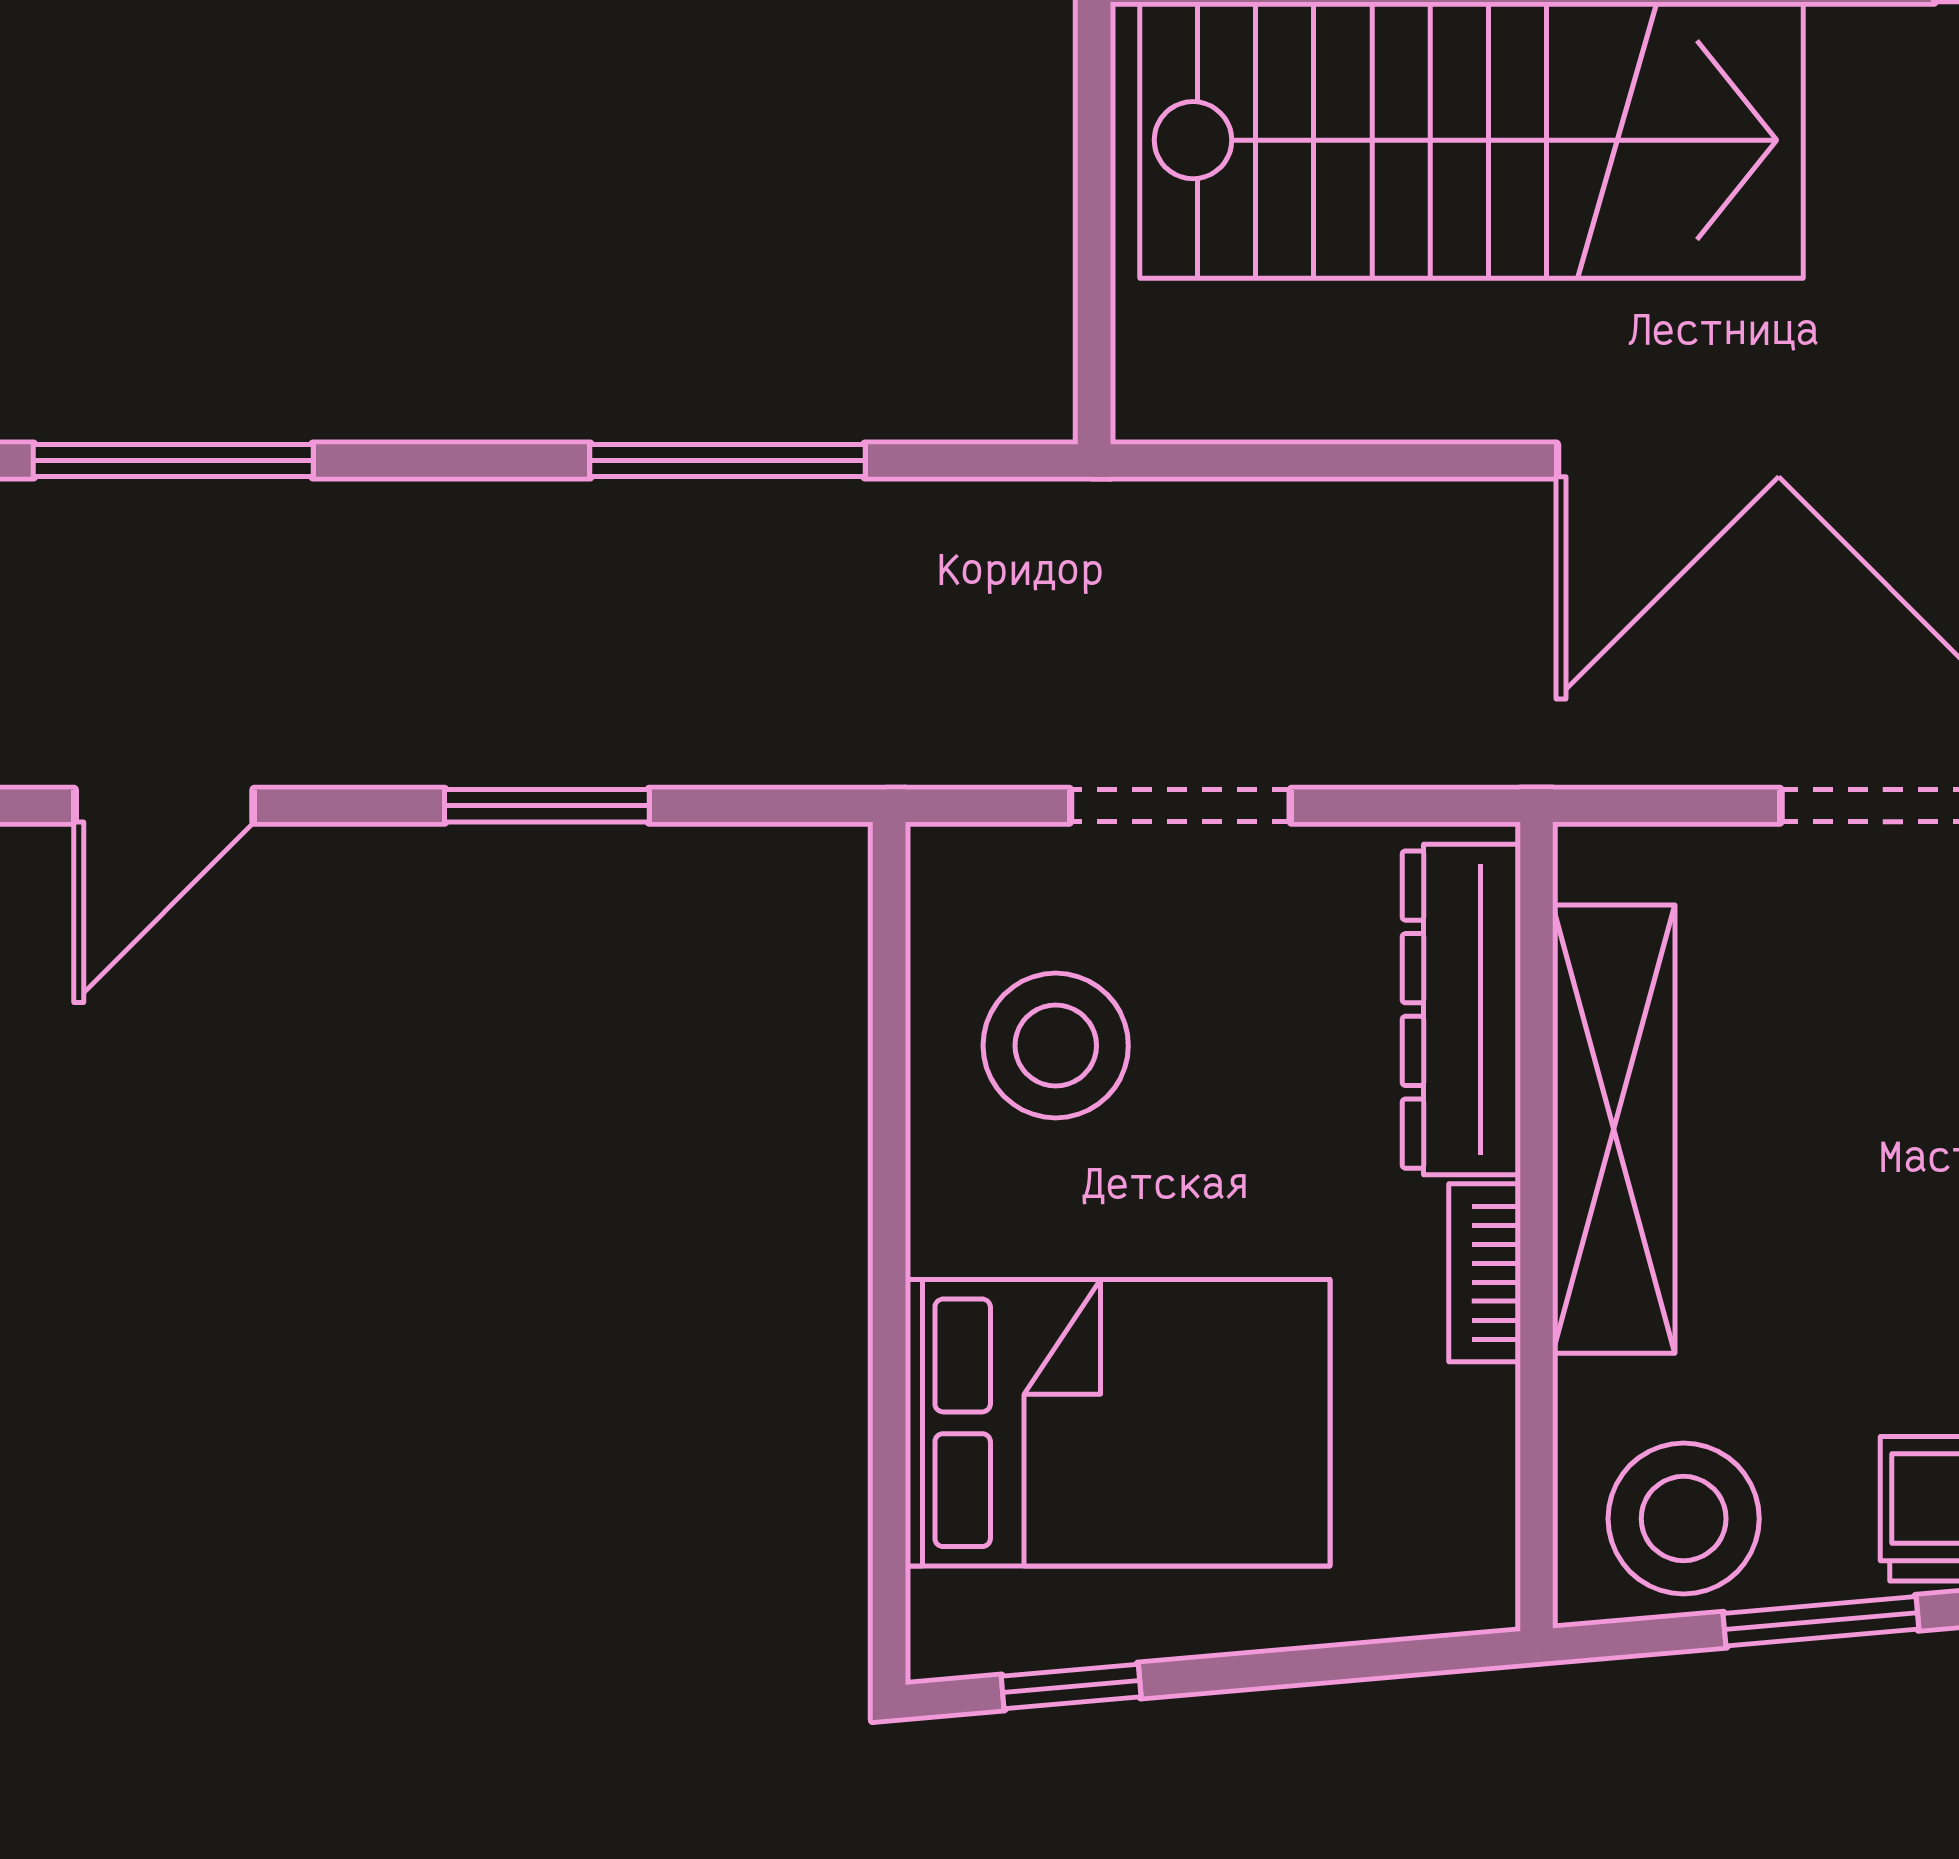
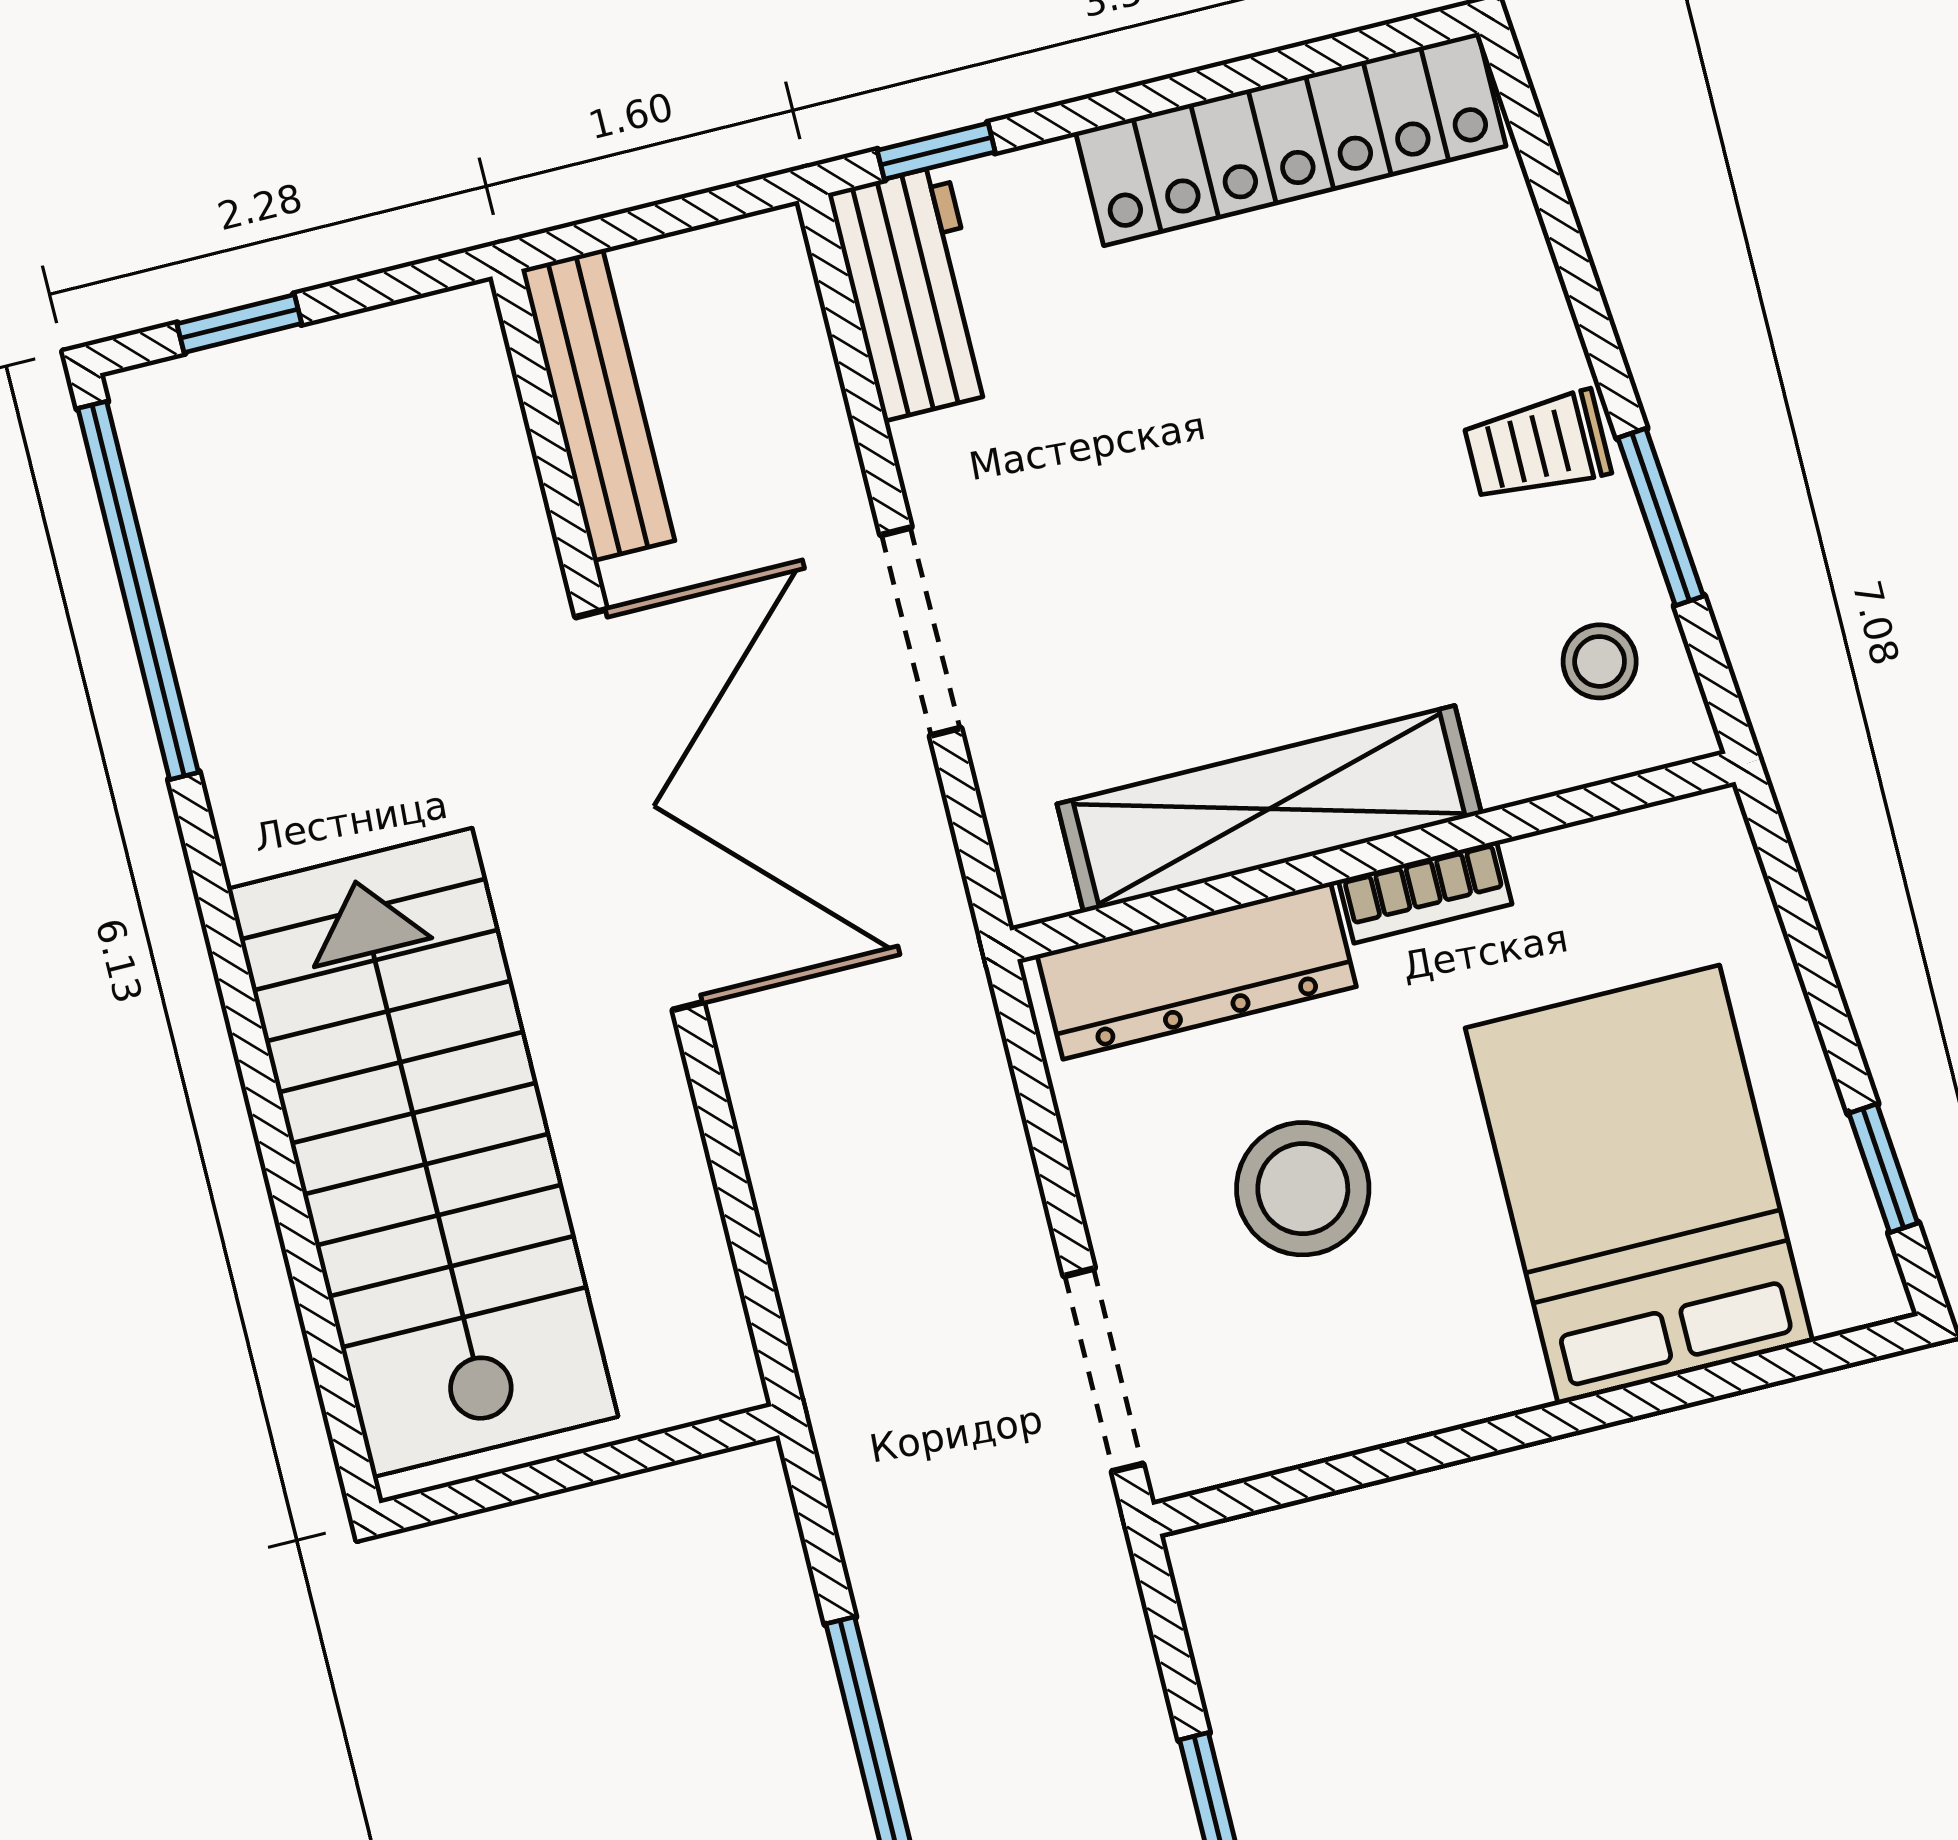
doorway: (1180, 806) -> (1103, 1370), moved
stool: (1056, 1046) -> (1303, 1189), moved
stool: (1684, 1519) -> (1600, 661), width x0.53, depth x0.53

